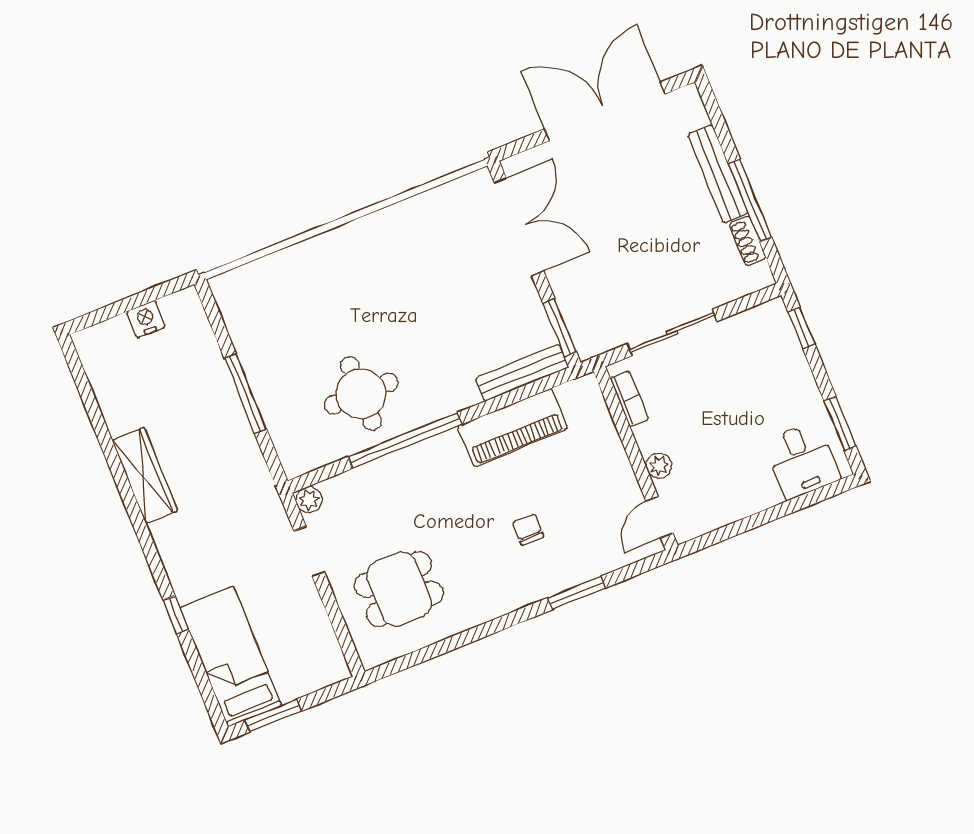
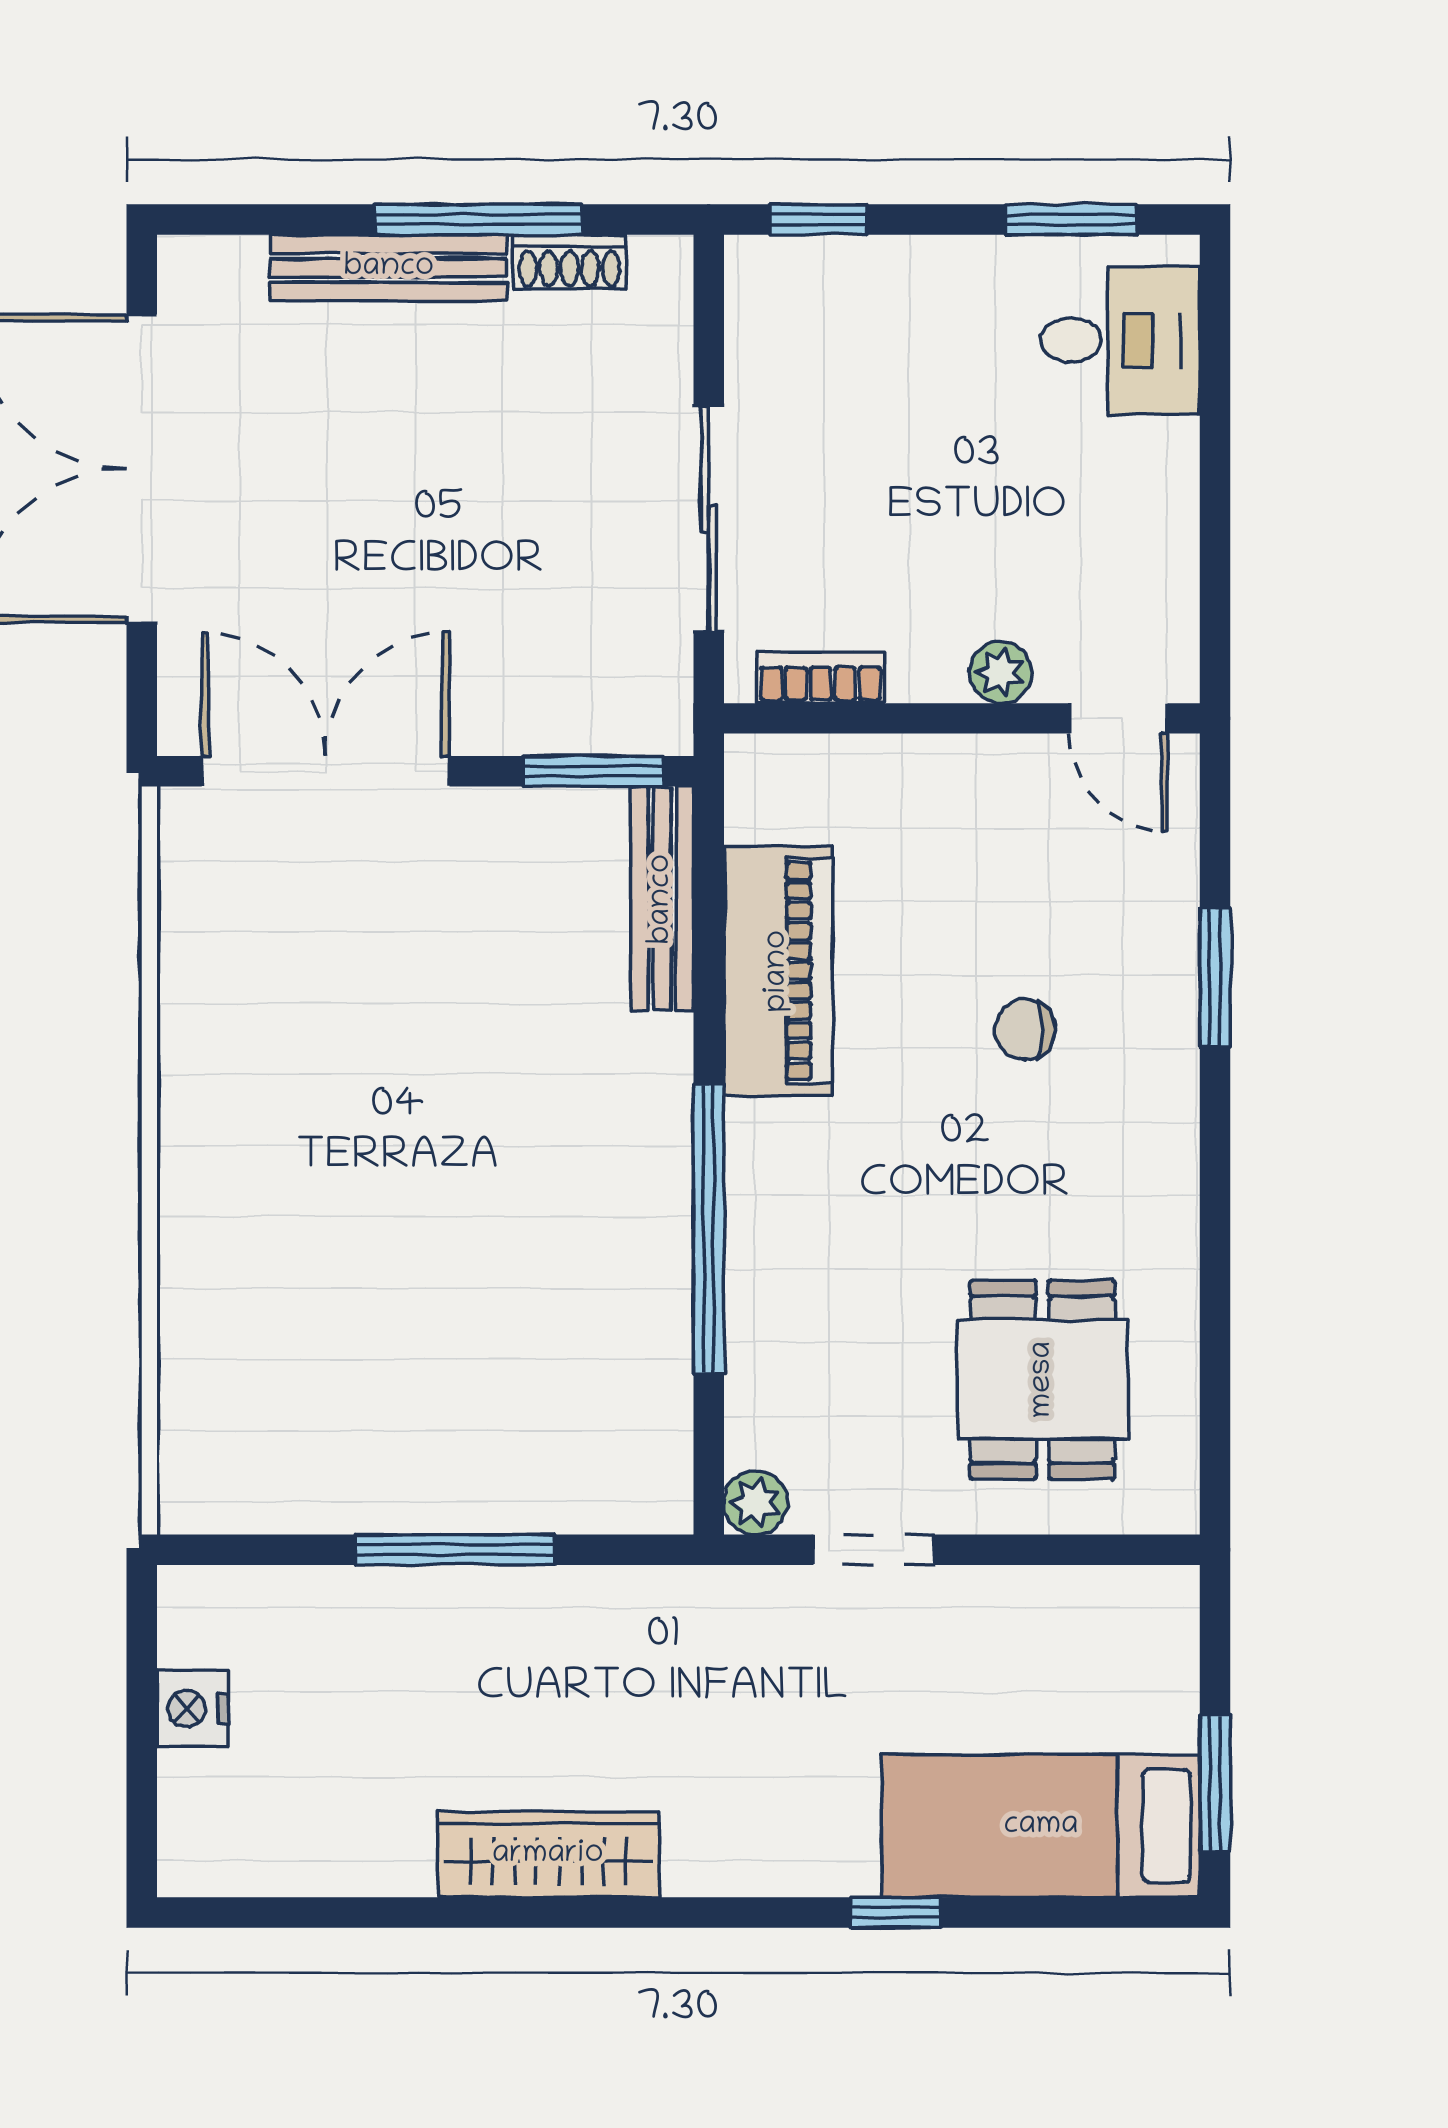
round table: (361, 394) -> (561, 1286), removed

